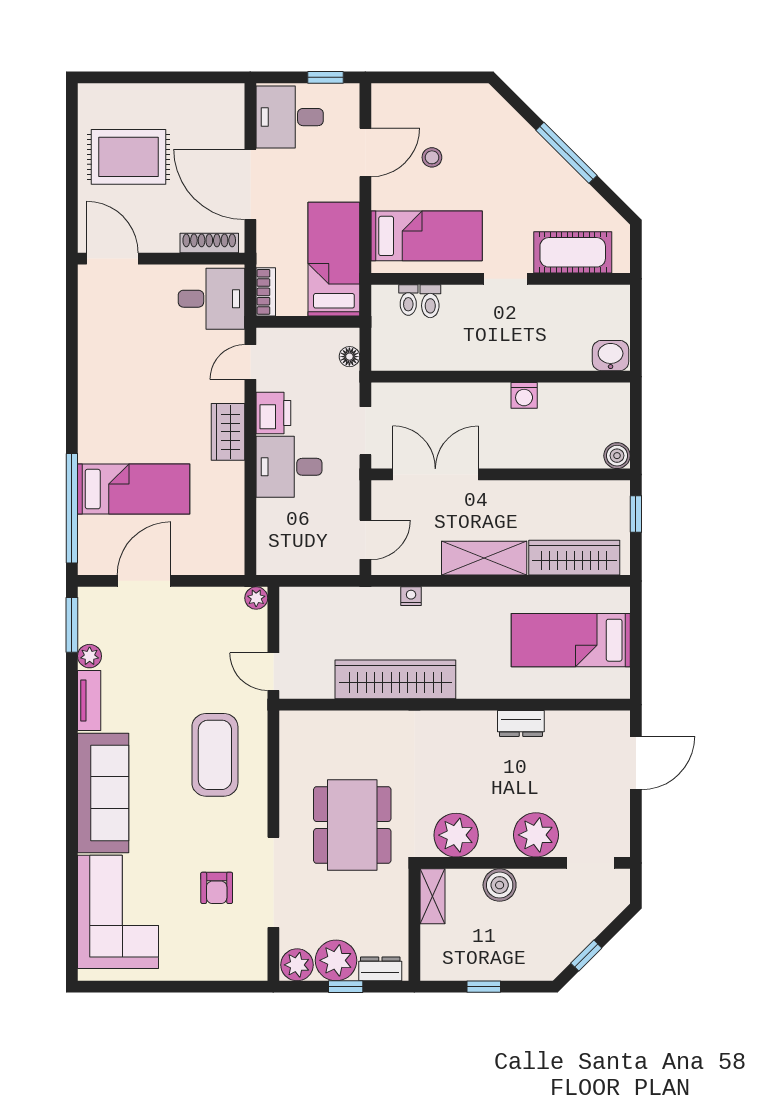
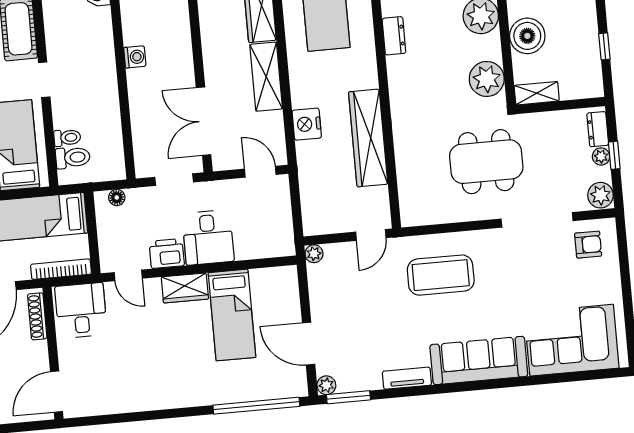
bookcase: (266, 292) -> (61, 269), width x1.56
toilet: (408, 300) -> (73, 157), width x1.37, depth x1.39
bed: (134, 489) -> (232, 315), moved, turned 180
nightstand: (411, 596) -> (307, 124), width x1.89, depth x1.79
plant: (90, 656) -> (326, 385), moved
boiler: (500, 885) -> (527, 36), width x1.37, depth x1.37
armchair: (217, 888) -> (588, 245), moved
plant: (336, 960) -> (601, 156), width x0.53, depth x0.53

